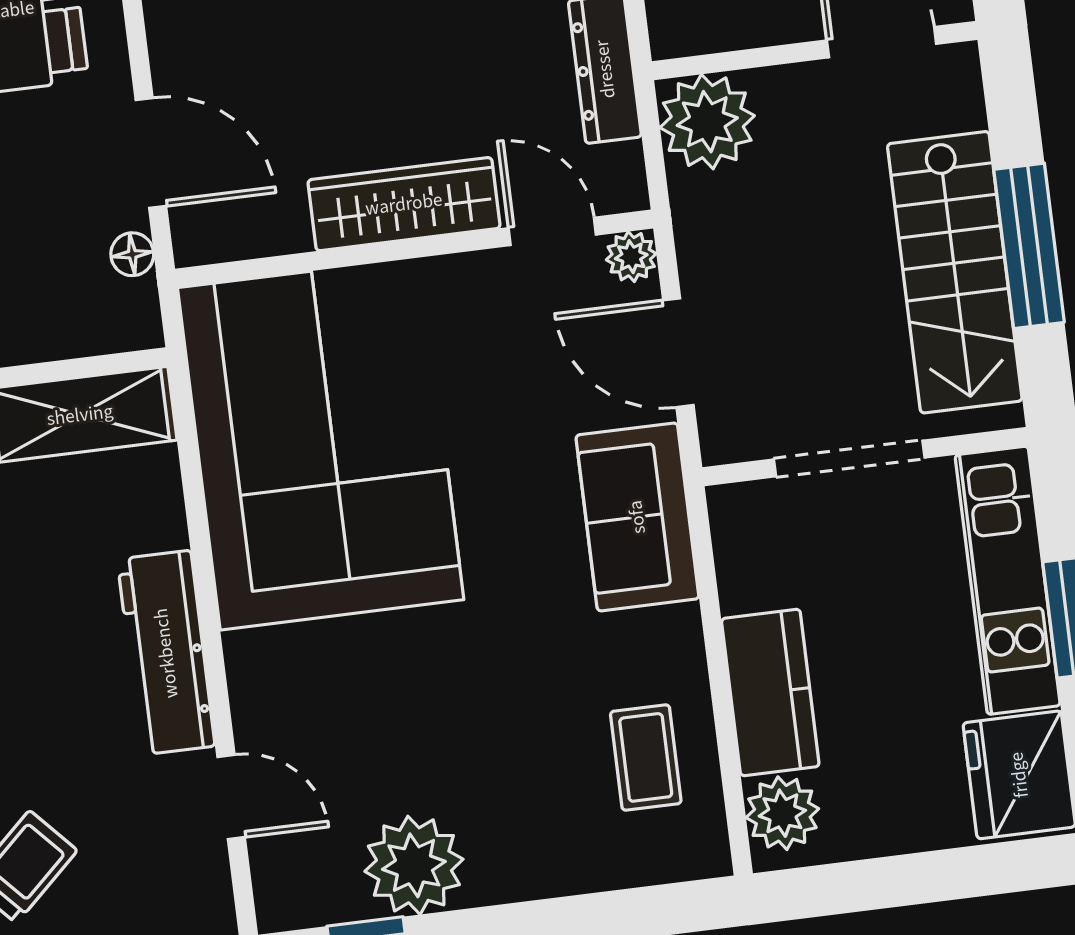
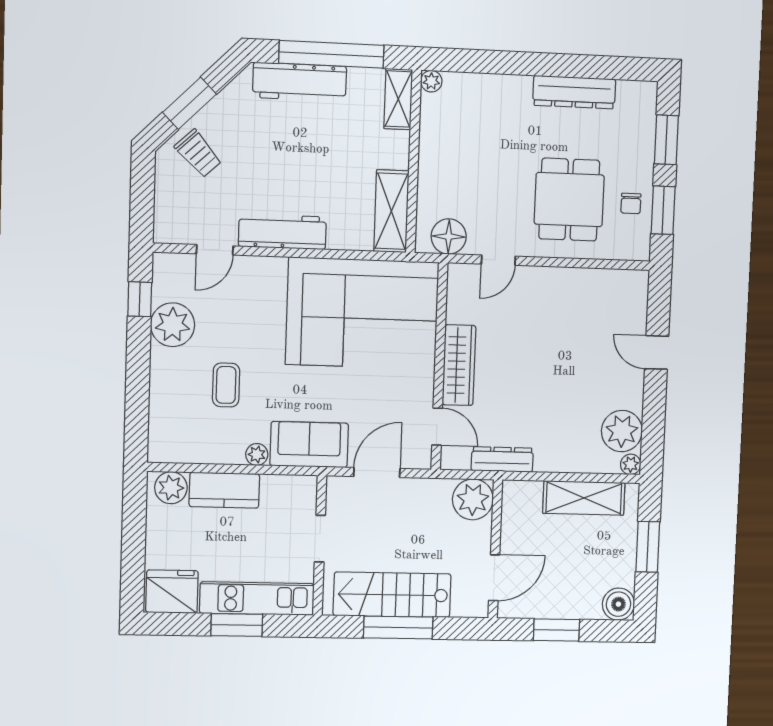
door: (151, 153) -> (498, 260), width x0.73
door: (552, 231) -> (437, 427), hinge flipped
floor lamp: (132, 254) -> (449, 237), width x1.89, depth x1.89
plant: (631, 257) -> (257, 454), moved
doorway: (849, 459) -> (320, 539), width x0.73
coffee table: (646, 757) -> (226, 385), moved, turned 90

